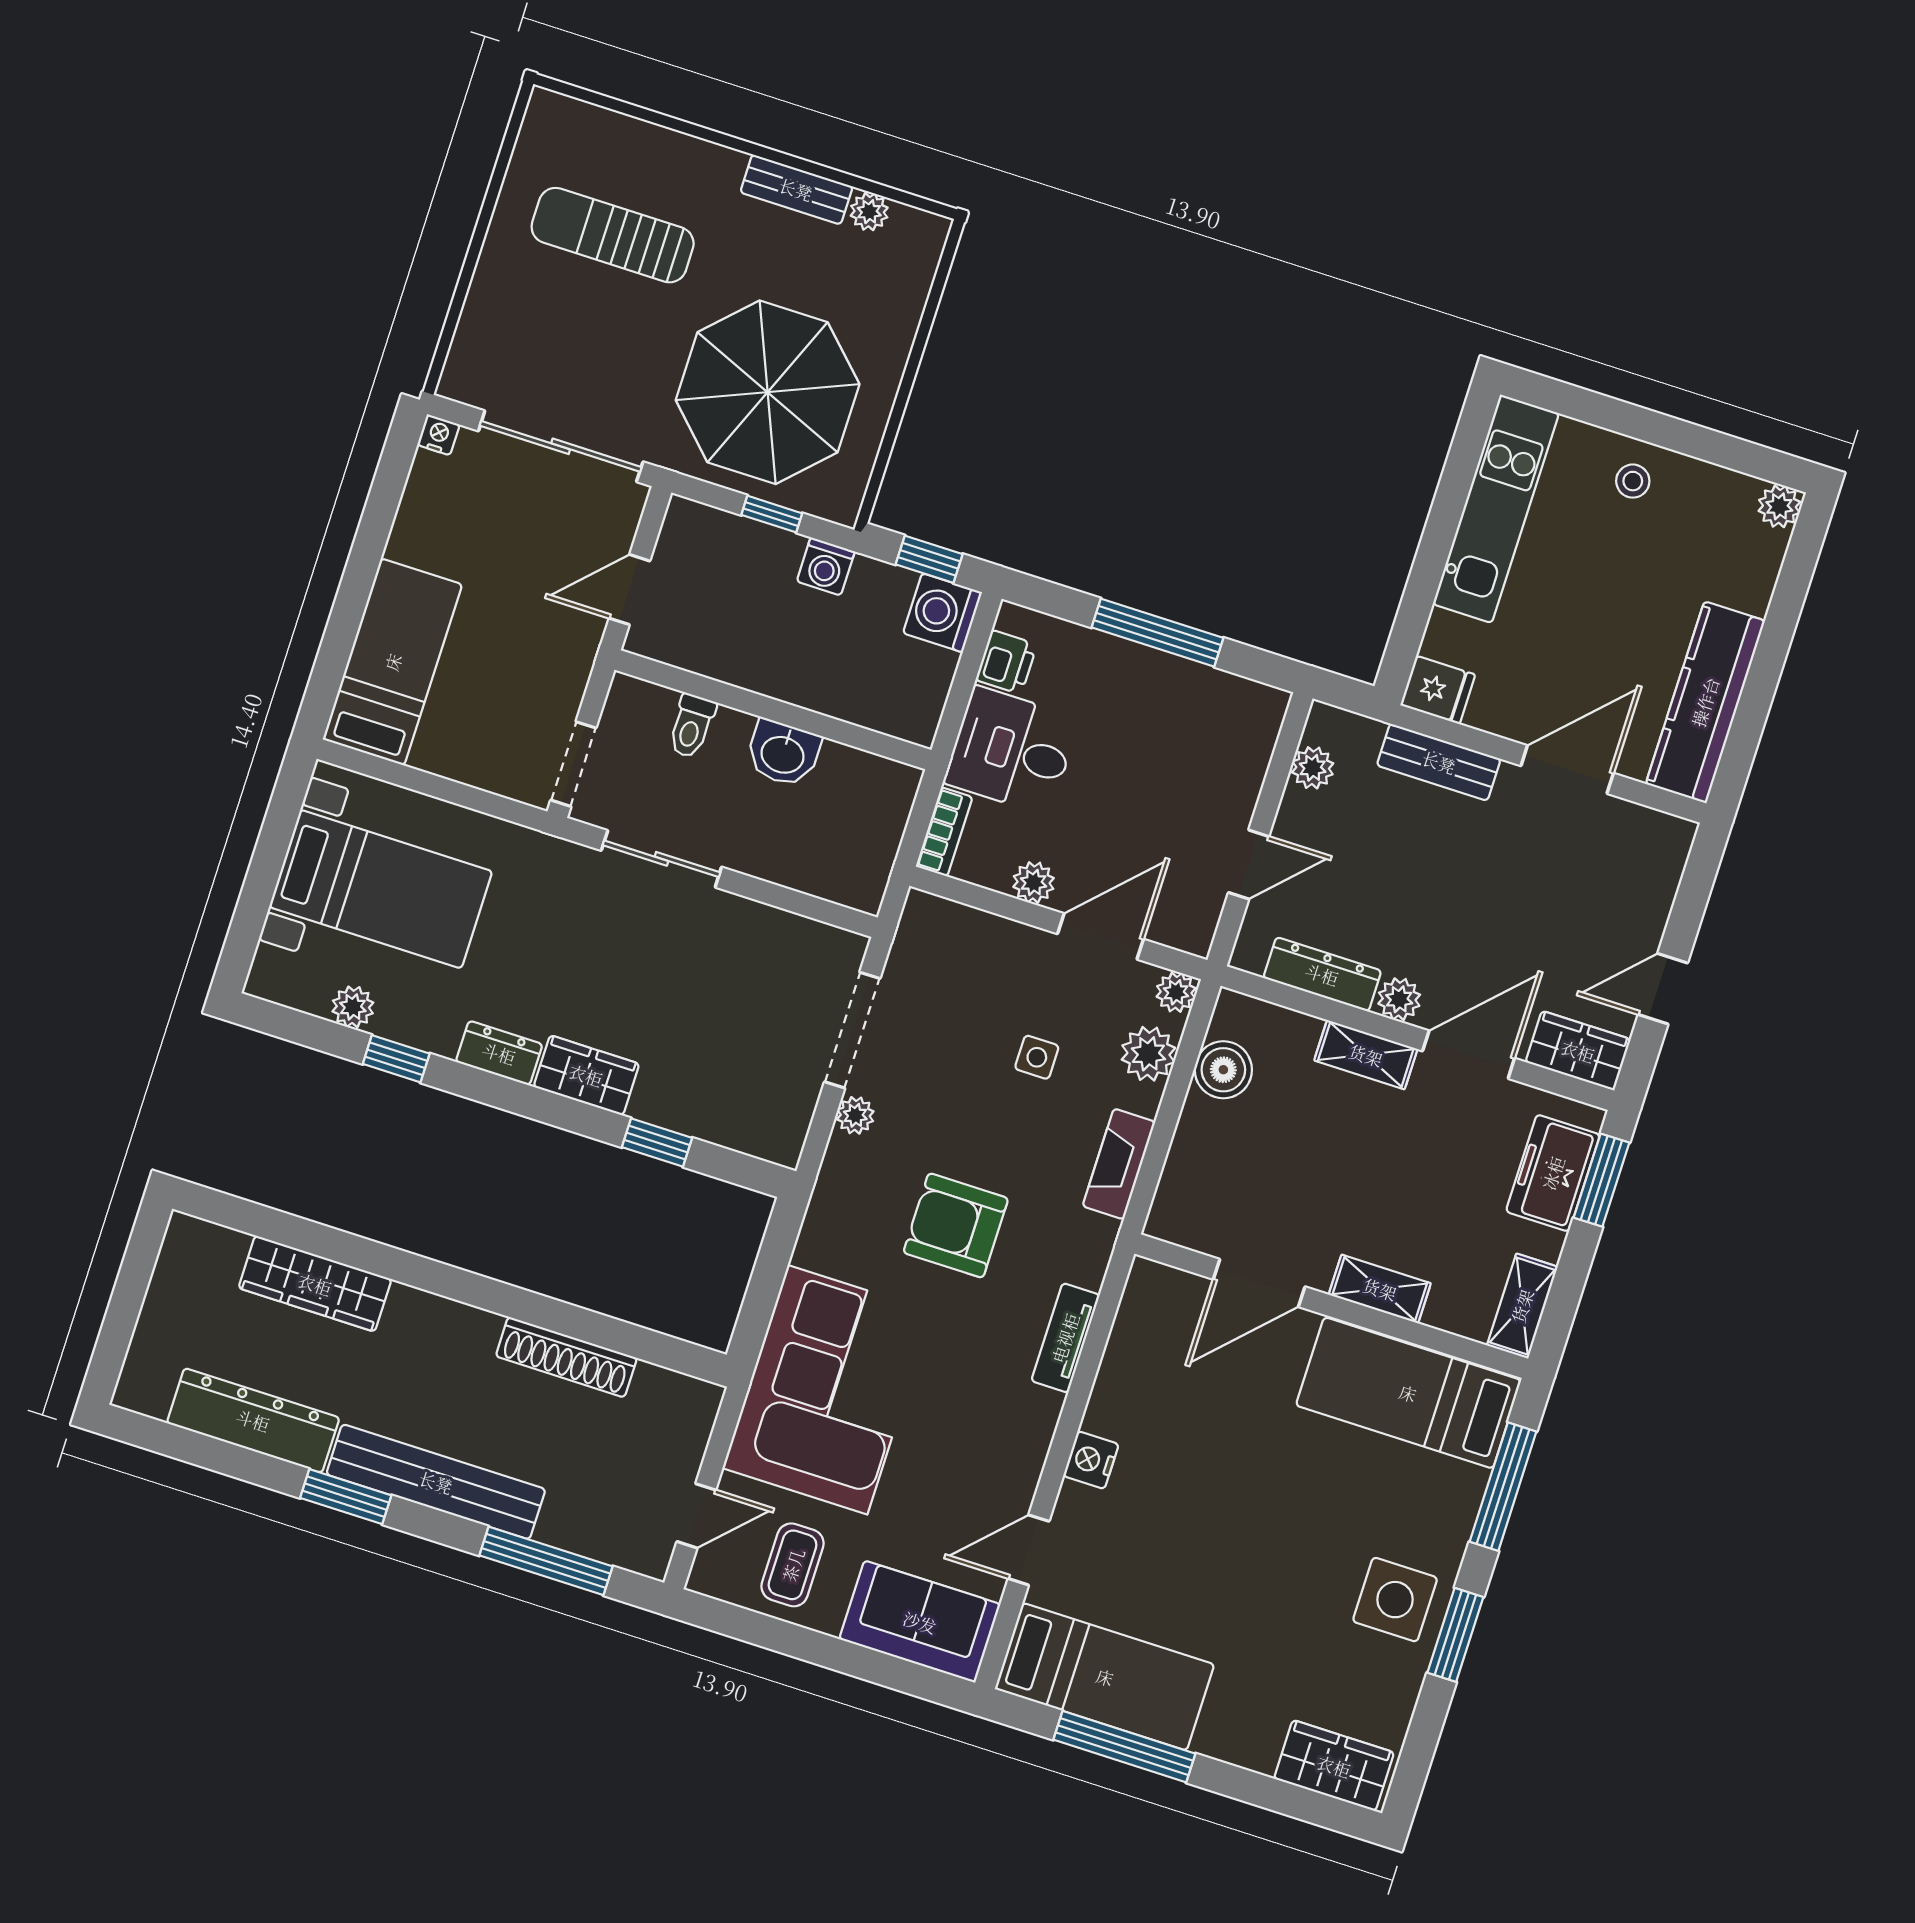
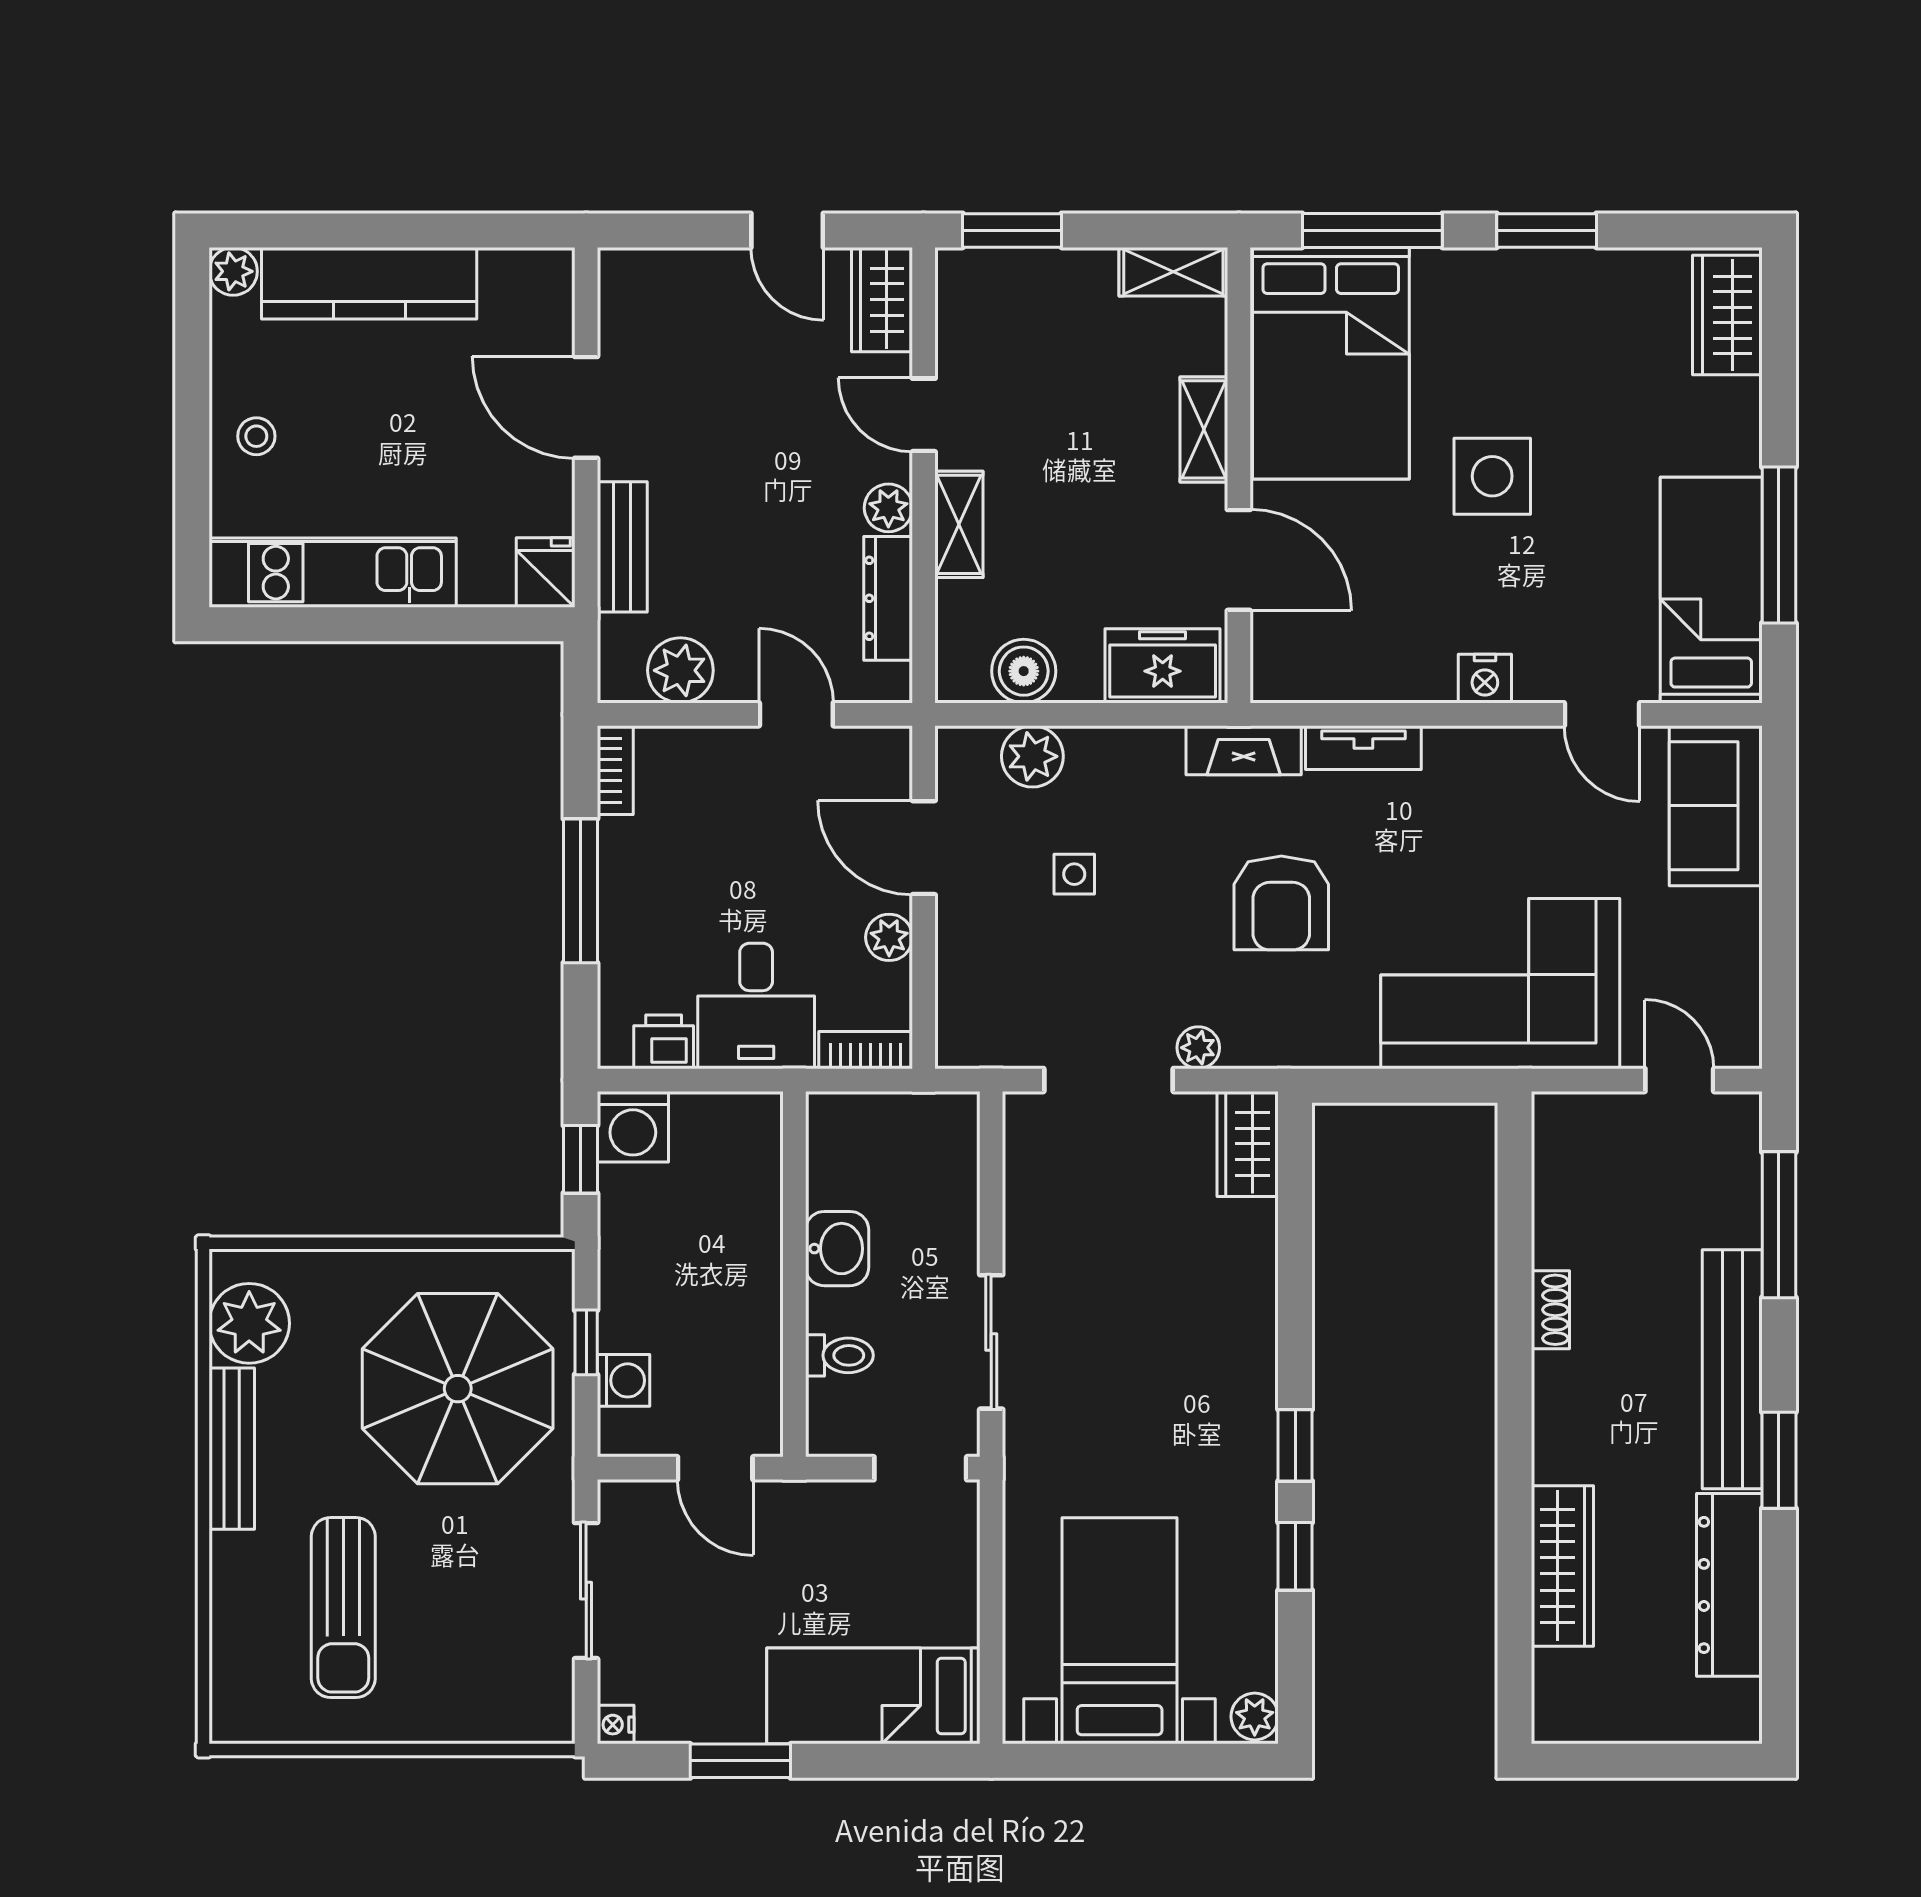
bench: (796, 189) -> (232, 1449), width x1.36
plant: (869, 212) -> (249, 1323), width x1.88, depth x1.88
sliding door: (561, 446) -> (586, 1591), width x0.73
window: (374, 531) -> (740, 1761), added
washing machine: (826, 566) -> (623, 1380), moved
bookcase: (1251, 695) -> (615, 770), added
kitchen counter: (1705, 702) -> (369, 283), moved
plant: (1313, 768) -> (680, 670), width x1.38, depth x1.38
plant: (1176, 992) -> (957, 748), removed
plant: (353, 1007) -> (1255, 1716), moved
dresser: (499, 1053) -> (1254, 1449), removed
door: (1469, 1055) -> (924, 415), width x0.73
wardrobe: (586, 1075) -> (1248, 1144), moved
window: (657, 1142) -> (1295, 1445), moved
fireplace: (1119, 1164) -> (1244, 750), moved
freezer: (1553, 1173) -> (1163, 666), moved, turned 180
shoe rack: (566, 1357) -> (1550, 1310), width x0.51, depth x0.81
bed: (1408, 1393) -> (1331, 363), width x1.50
coffee table: (793, 1565) -> (1699, 961), removed
side table: (1395, 1600) -> (1492, 476), moved

